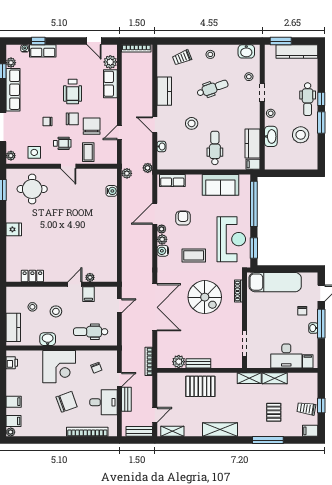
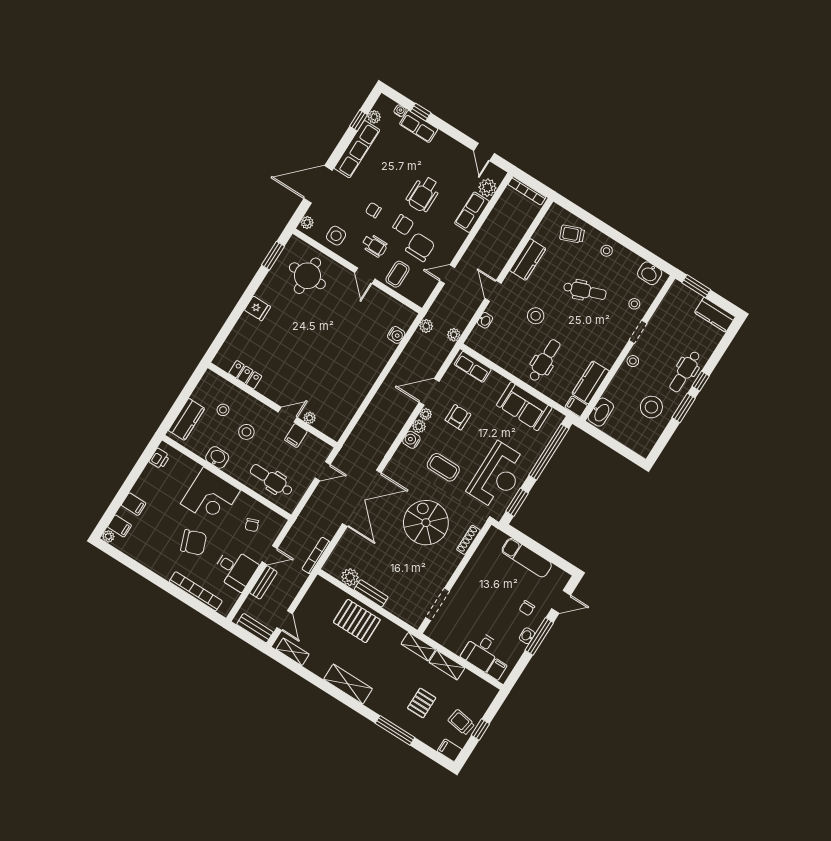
kitchen counter: (297, 52) -> (715, 315), width x0.67
washbasin: (271, 136) -> (601, 412), moved
exam couch: (275, 282) -> (527, 558), width x0.73, depth x0.69
spiral stairs: (205, 297) -> (426, 523), turned 180
desk: (286, 356) -> (481, 651), width x0.73
door: (155, 415) -> (285, 621), hinge flipped

